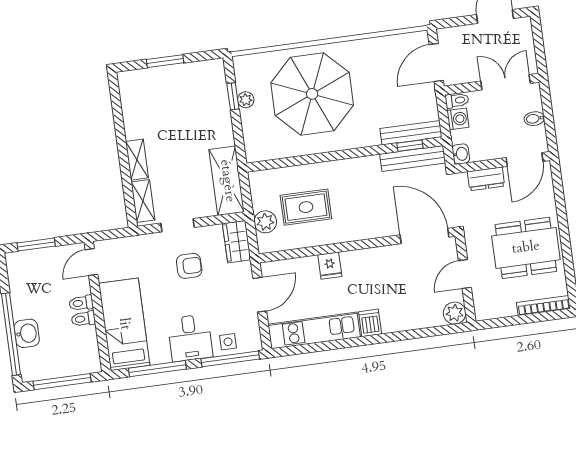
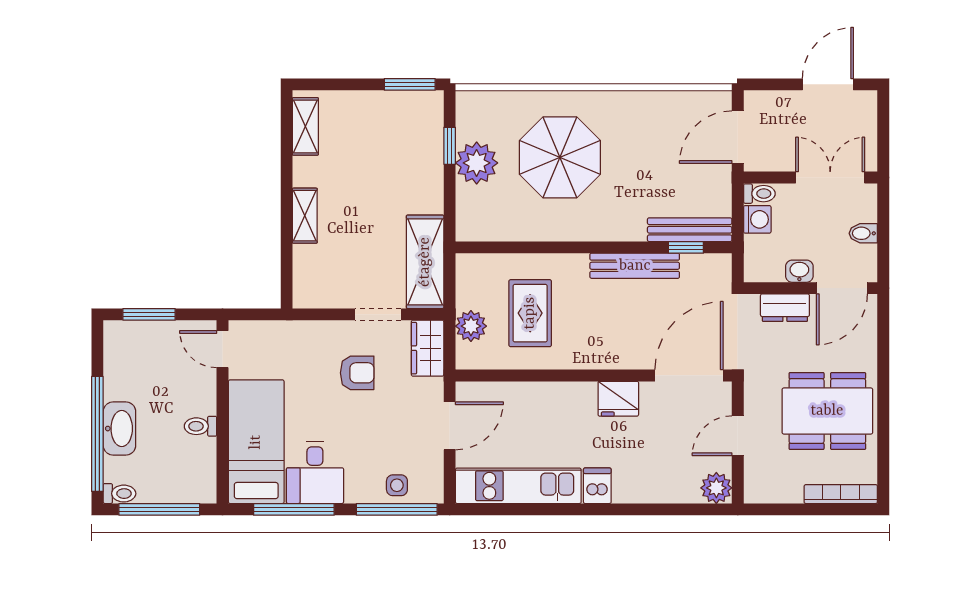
window: (165, 61) -> (410, 84), moved
parasol: (312, 94) -> (560, 157), width x0.73, depth x0.73
plant: (246, 100) -> (477, 163), width x1.88, depth x1.88
washbasin: (461, 154) -> (799, 271), moved, turned -90
bench: (413, 158) -> (635, 266), moved
shelving: (143, 201) -> (305, 126), moved
rug: (306, 207) -> (530, 313), turned 90
doorway: (178, 225) -> (378, 314), moved
door: (425, 236) -> (689, 375), hinge flipped
door: (92, 262) -> (223, 349), hinge flipped
fridge: (330, 266) -> (618, 399), moved, width x1.38
toilet: (81, 303) -> (119, 494), moved, turned 180
washbasin: (27, 333) -> (119, 429), width x1.38
desk: (190, 338) -> (315, 473), moved

